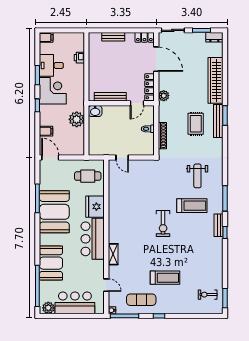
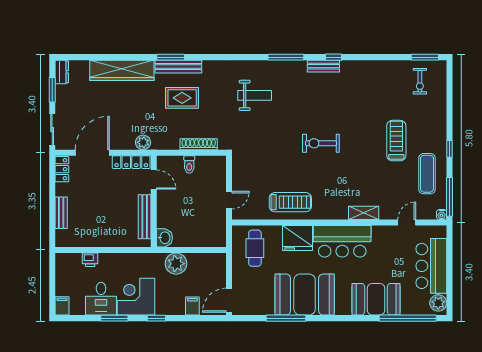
treadmill: (192, 206) -> (290, 202), moved, turned 90
exercise bike: (163, 224) -> (321, 143), turned 180

